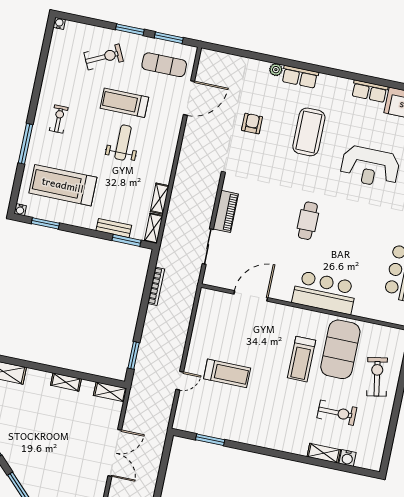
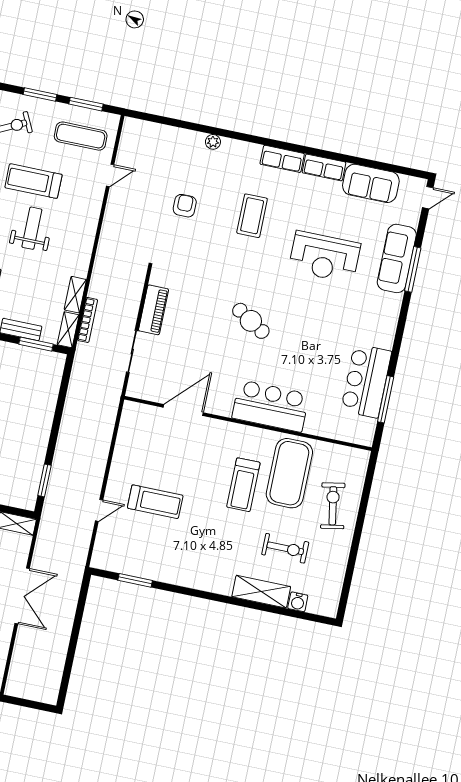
row of seats: (300, 77) -> (282, 159), moved
door: (189, 98) -> (110, 175), width x0.53
coffee table: (309, 132) -> (252, 216), width x0.73, depth x0.76
cafe table: (308, 221) -> (251, 321), turned -58
bookcase: (156, 286) -> (87, 320), moved
shelving: (324, 453) -> (261, 592), width x1.50, depth x1.33

